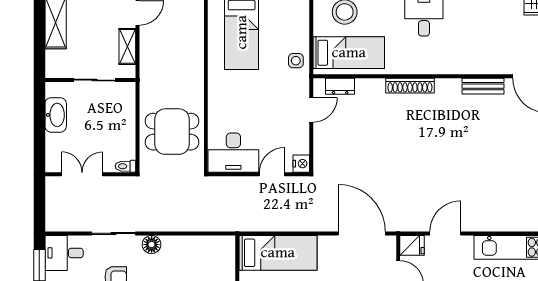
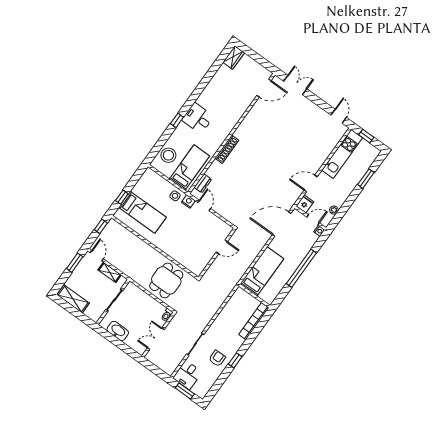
bench: (483, 86) -> (252, 114), removed
desk: (233, 153) -> (198, 258), removed
nightstand: (301, 164) -> (188, 201), moved
door: (272, 174) -> (222, 247), swing flipped
door: (445, 233) -> (311, 184), hinge flipped
floor lamp: (152, 245) -> (214, 330), removed

